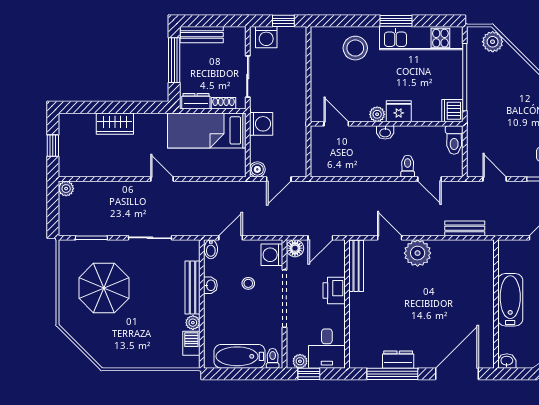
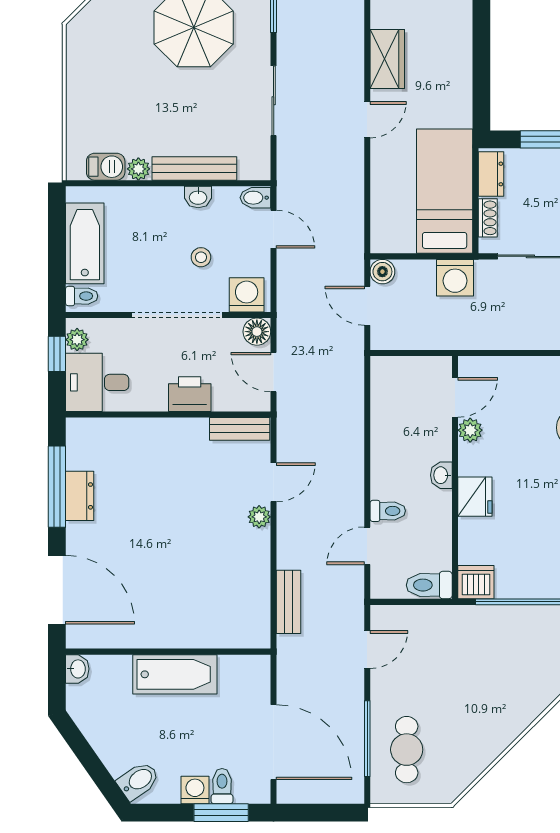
plant: (377, 114) -> (470, 430), moved
wardrobe: (115, 124) -> (387, 59), moved, turned 180
plant: (418, 253) -> (259, 517), width x0.53, depth x0.53
bench: (356, 266) -> (240, 429), width x0.73

